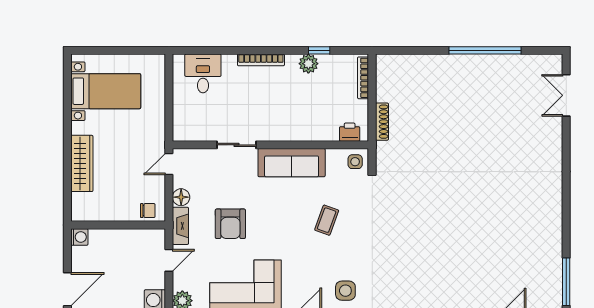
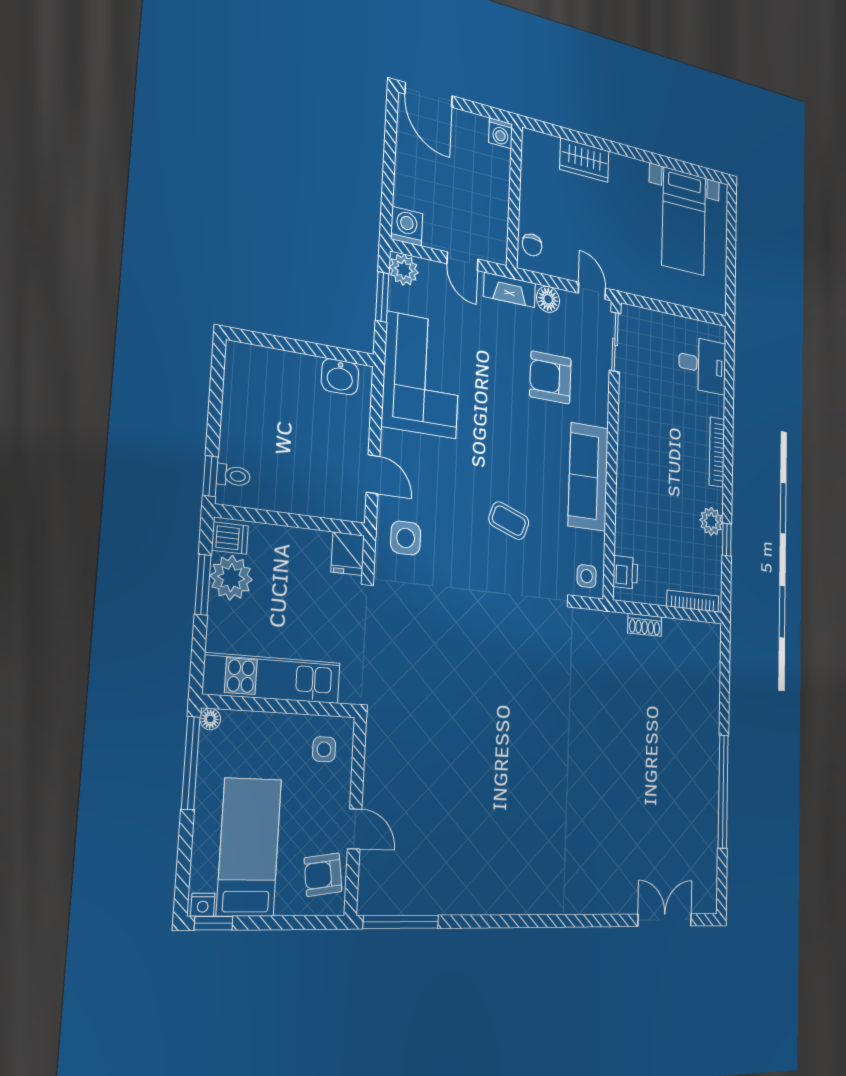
shoe rack: (382, 122) -> (645, 625), width x0.70
sliding door: (237, 145) -> (615, 342), moved
wardrobe: (82, 163) -> (584, 160), width x0.67
armchair: (230, 224) -> (550, 377), moved

